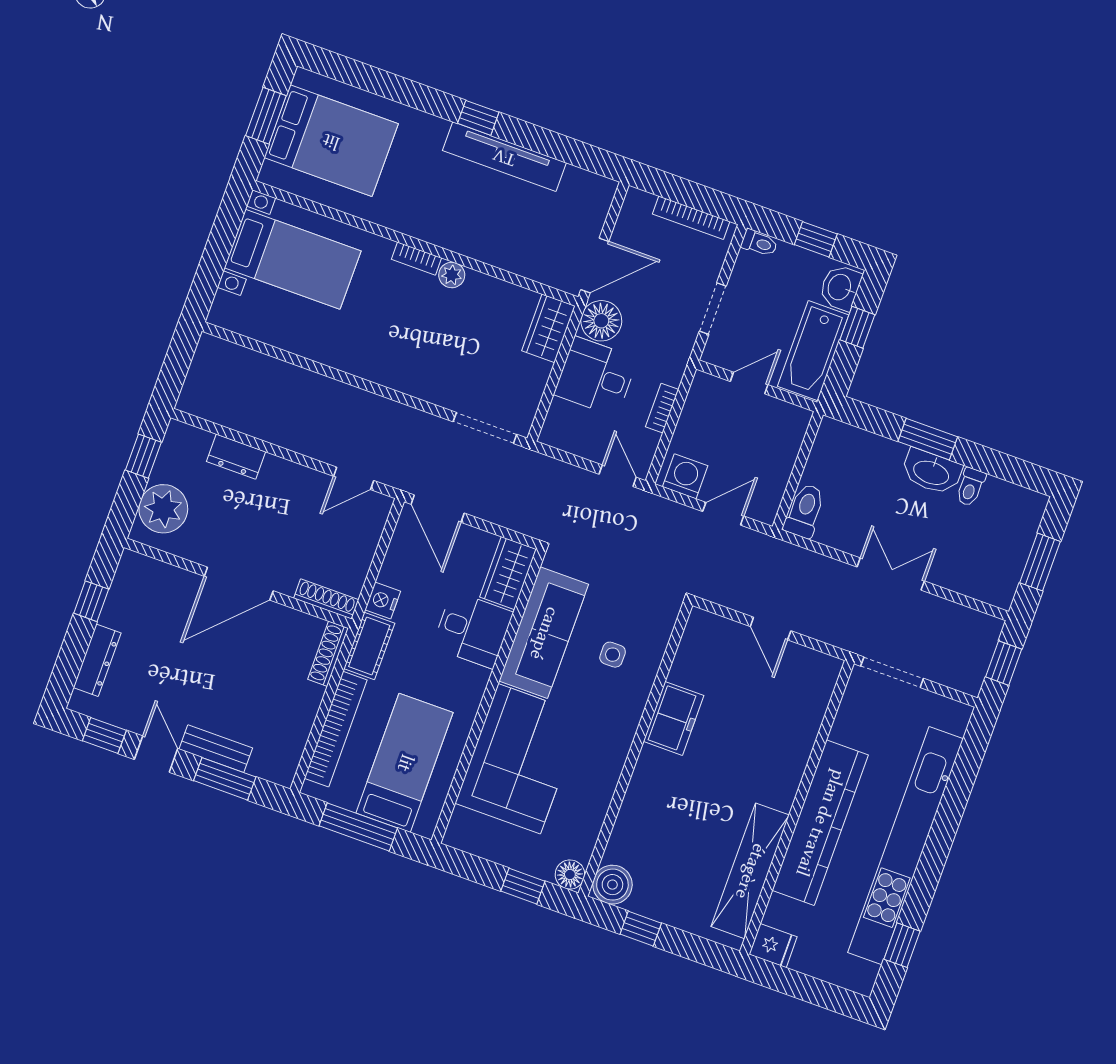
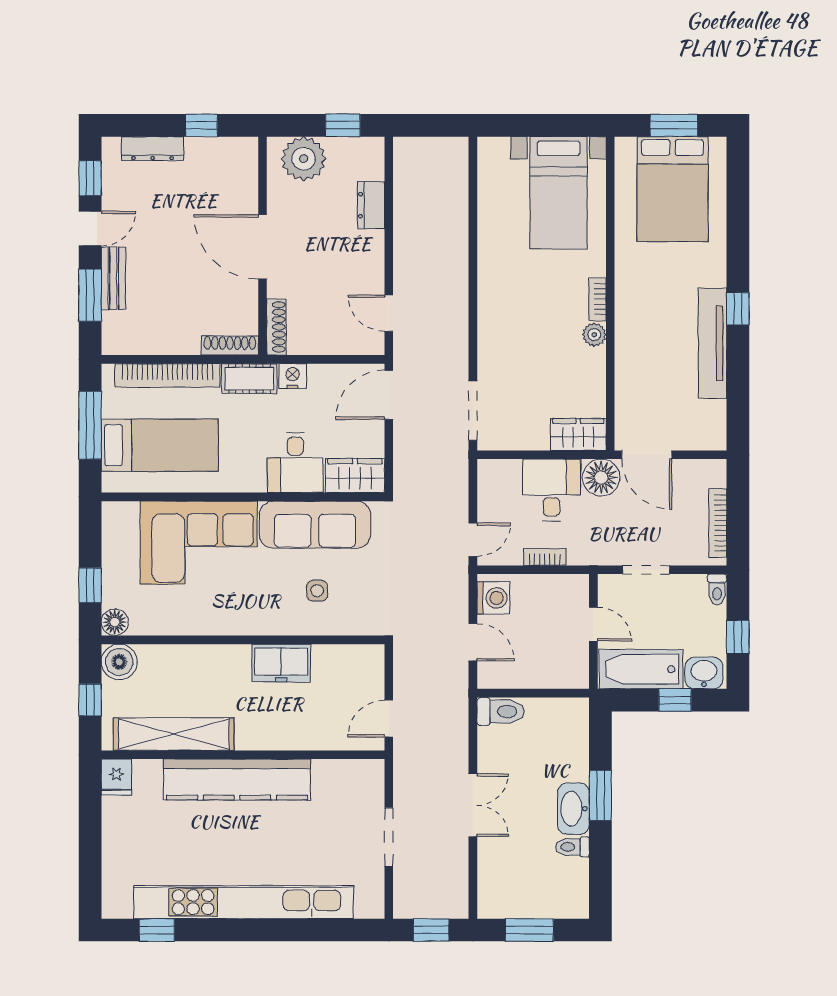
wall: (797, 807) -> (243, 755), moved
kitchen counter: (820, 823) -> (237, 780), moved
shelving: (750, 871) -> (174, 734), moved
fridge: (773, 946) -> (116, 777), moved

